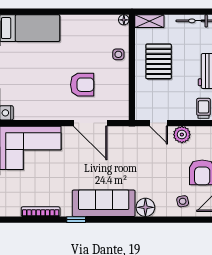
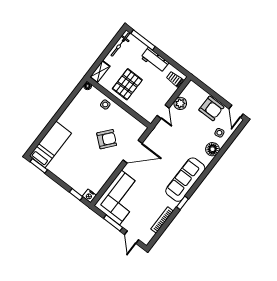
pallet: (159, 61) -> (127, 84), turned 90
armchair: (82, 85) -> (107, 139), turned 40
door: (159, 123) -> (163, 112), hinge flipped
floor lamp: (145, 207) -> (212, 149), moved

